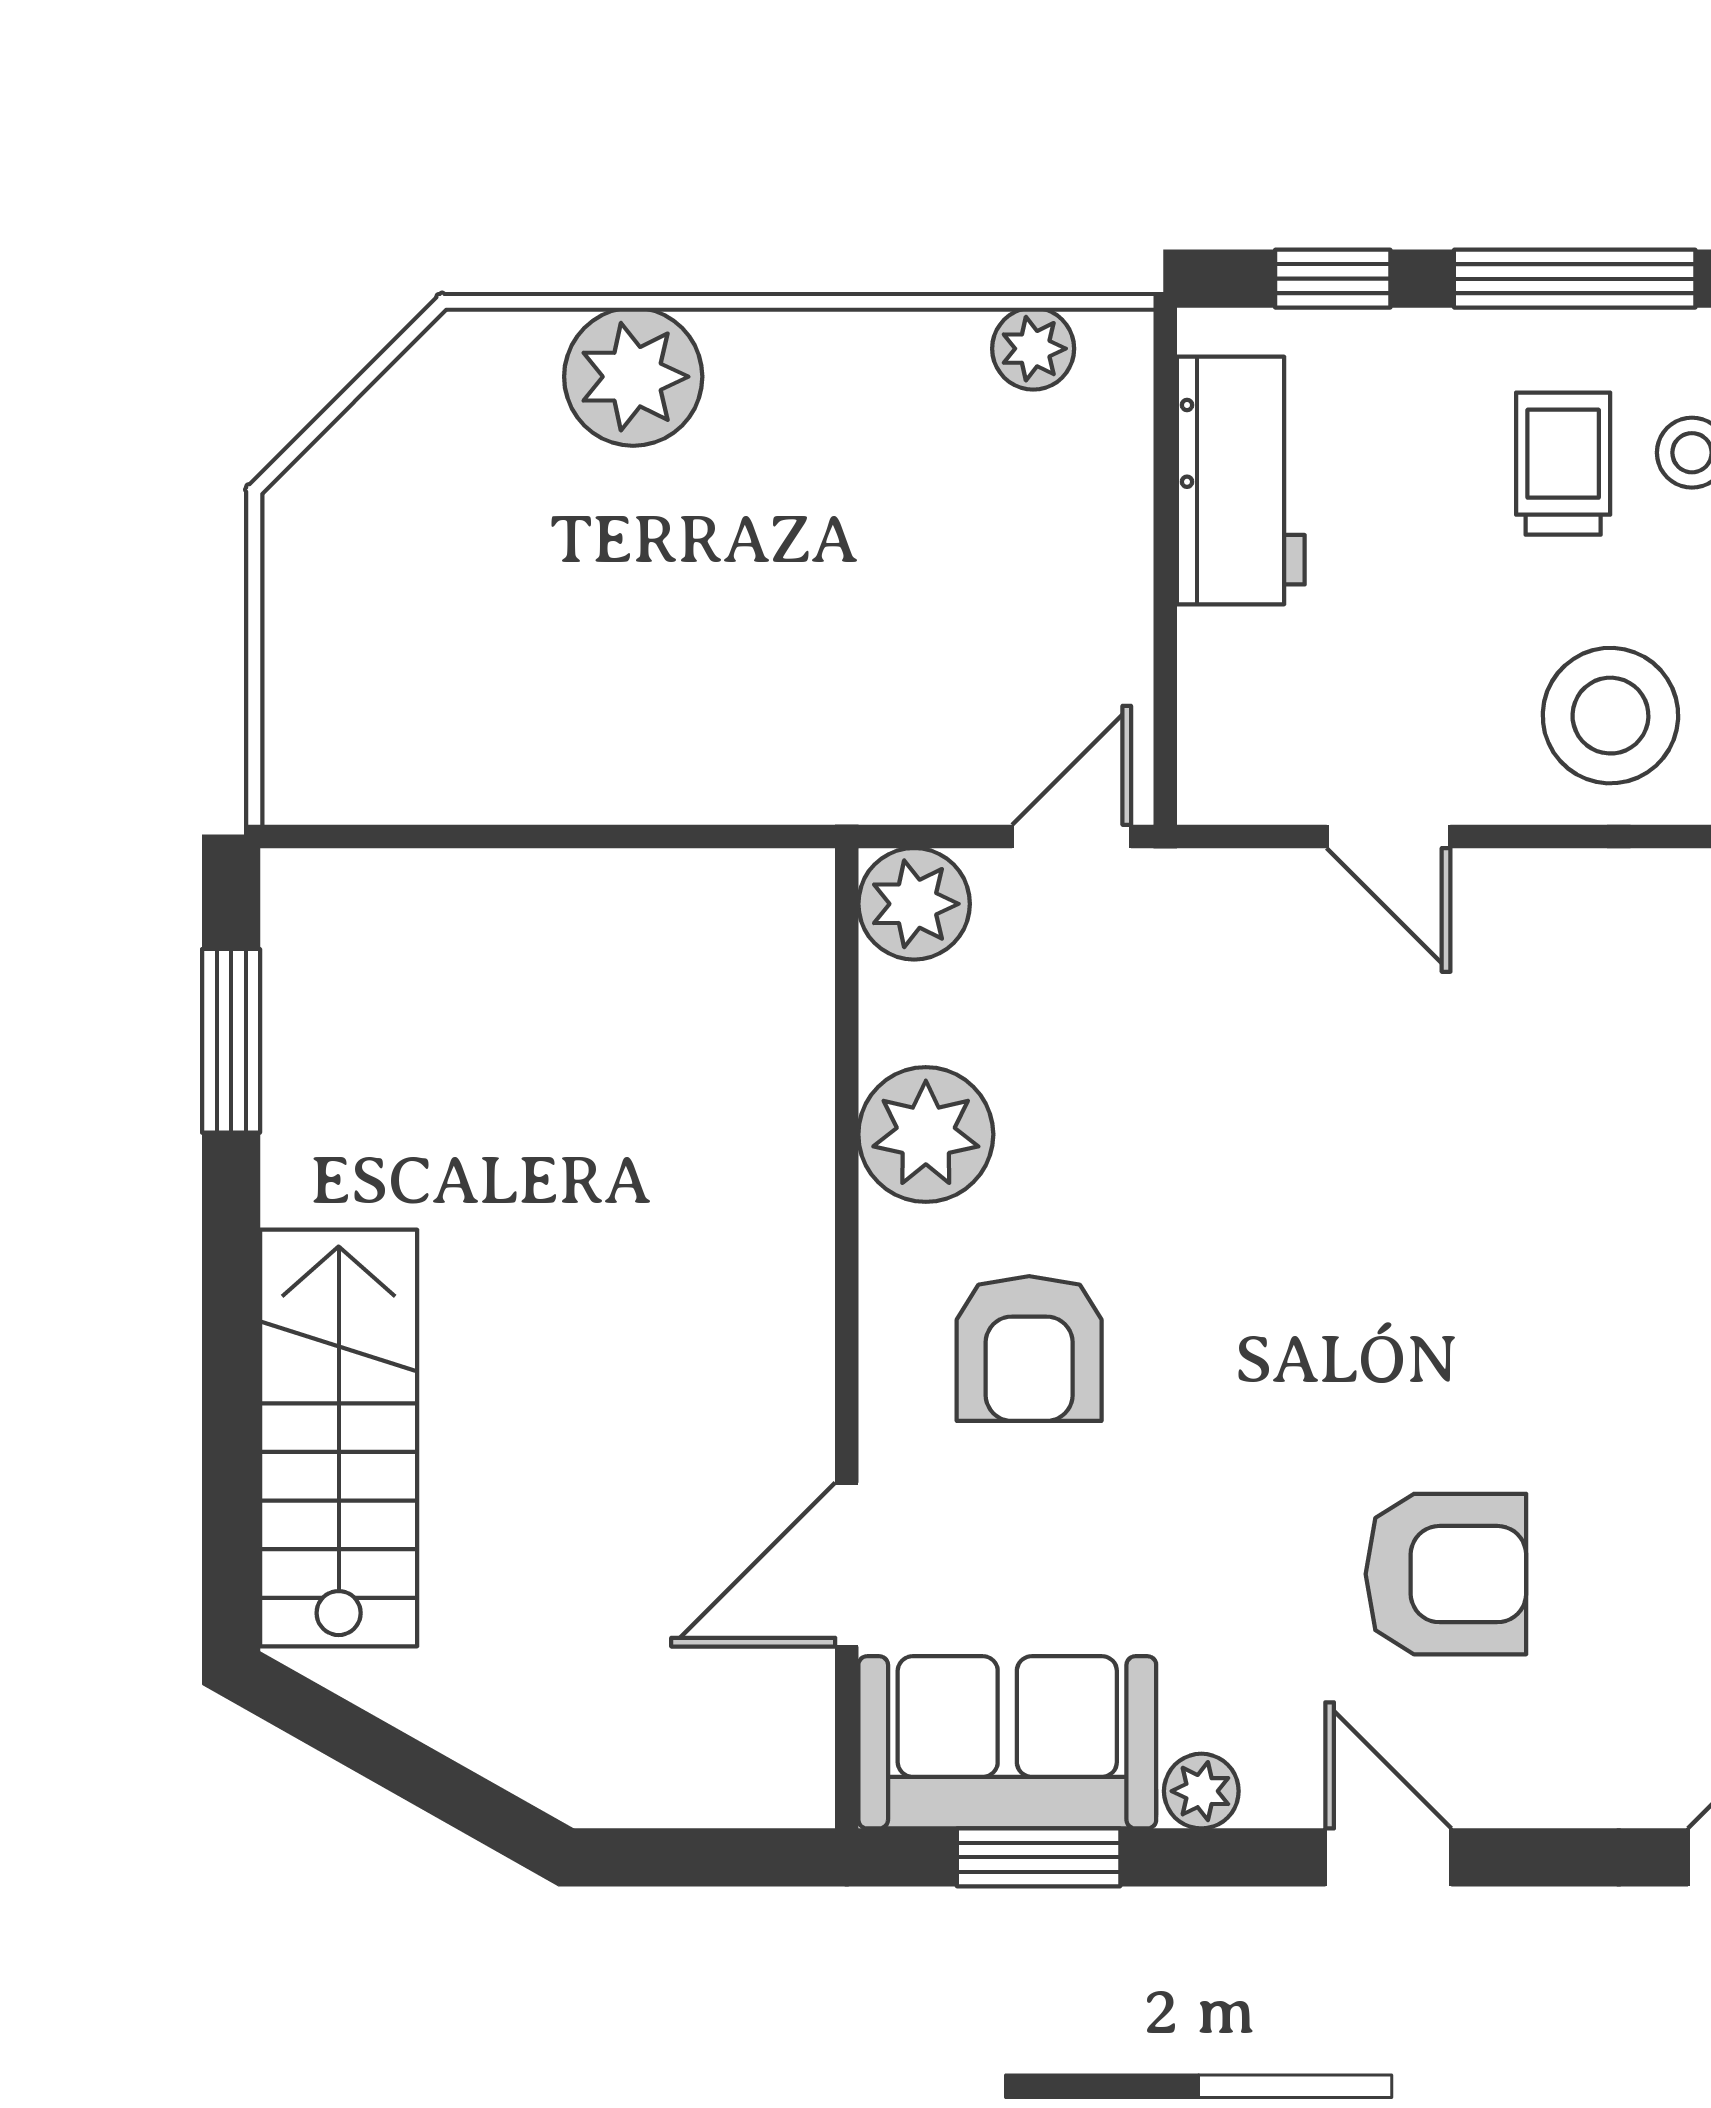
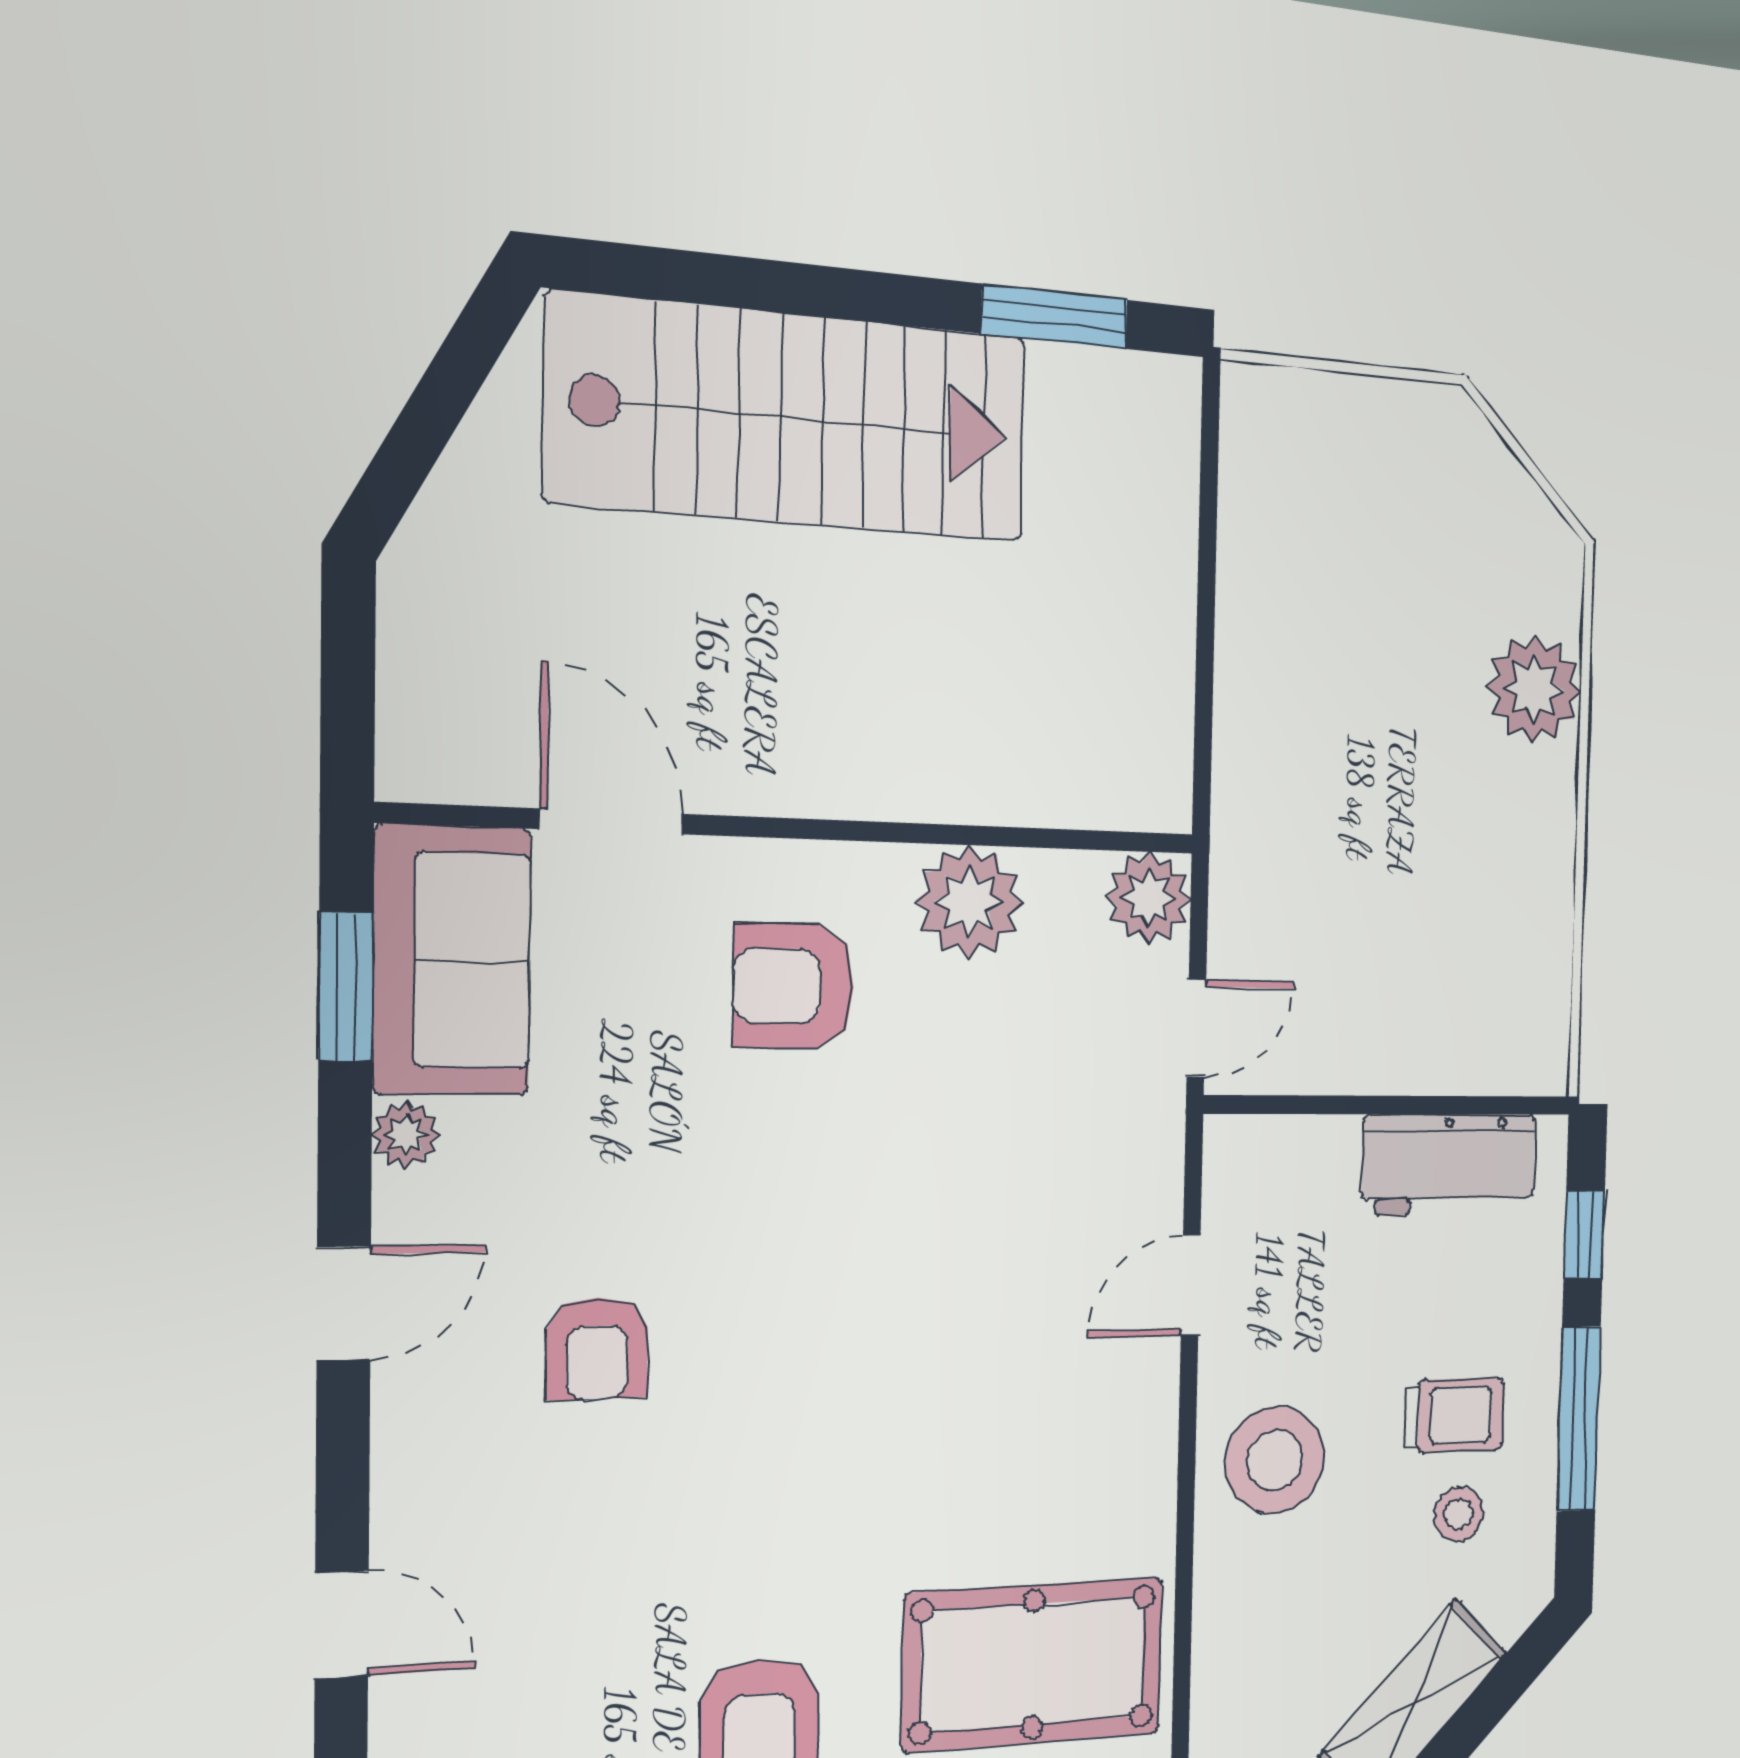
plant: (1033, 349) -> (1544, 1003), removed
door: (1072, 836) -> (1196, 1028), hinge flipped
stairs: (339, 1438) -> (791, 418), width x1.36, depth x1.51
armchair: (1446, 1574) -> (597, 1348), width x0.72, depth x0.72

